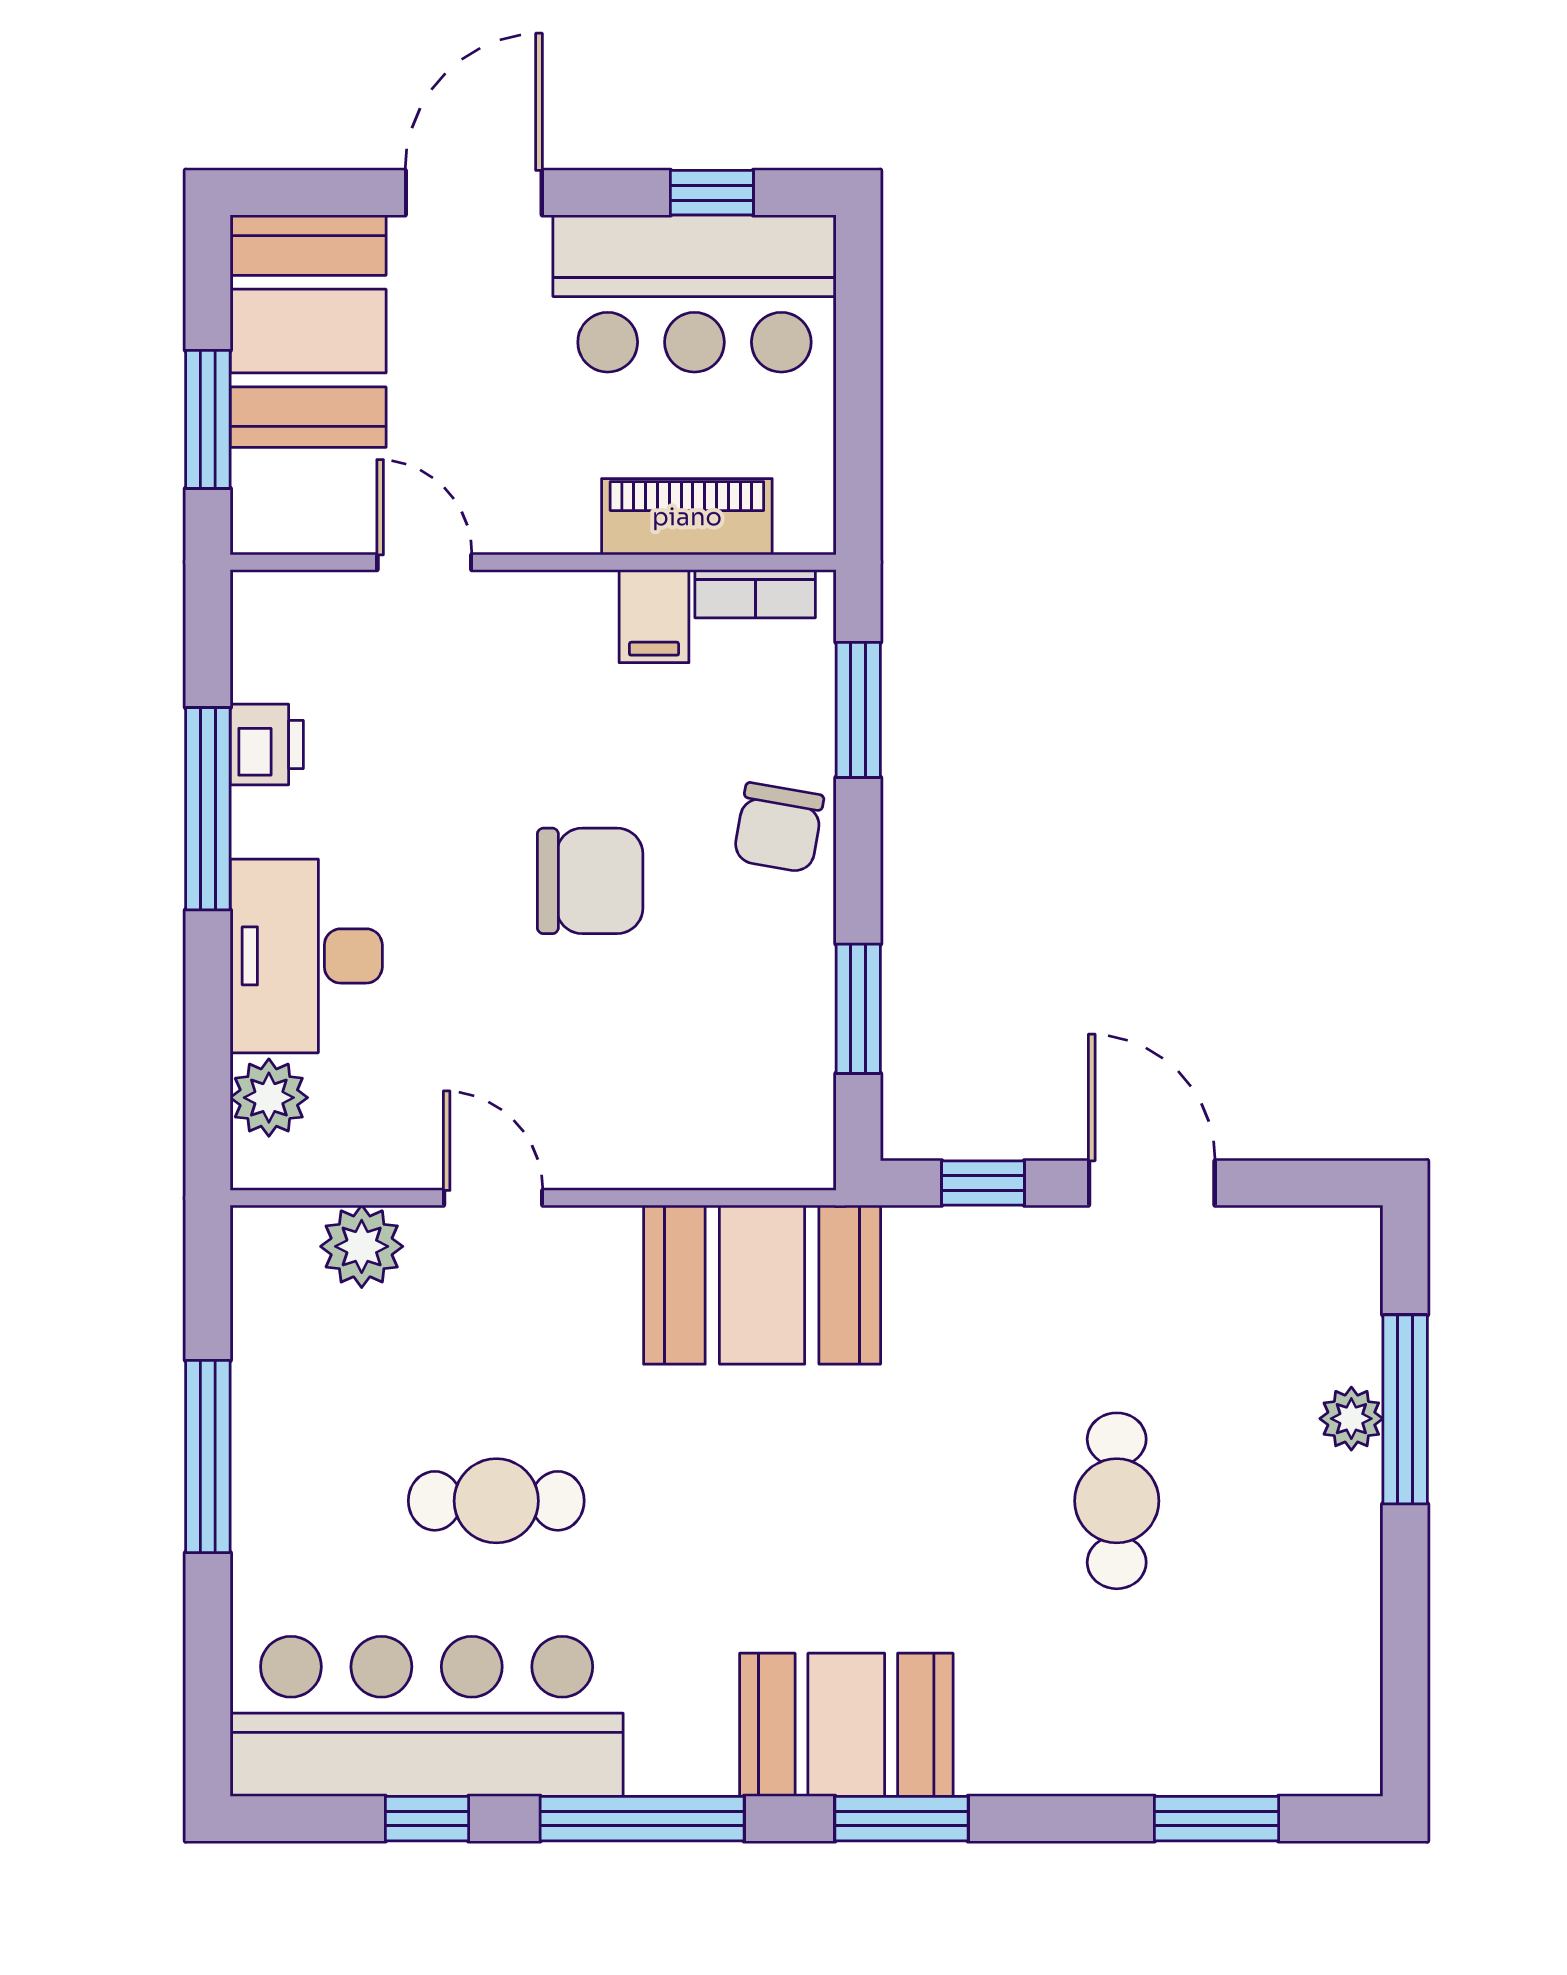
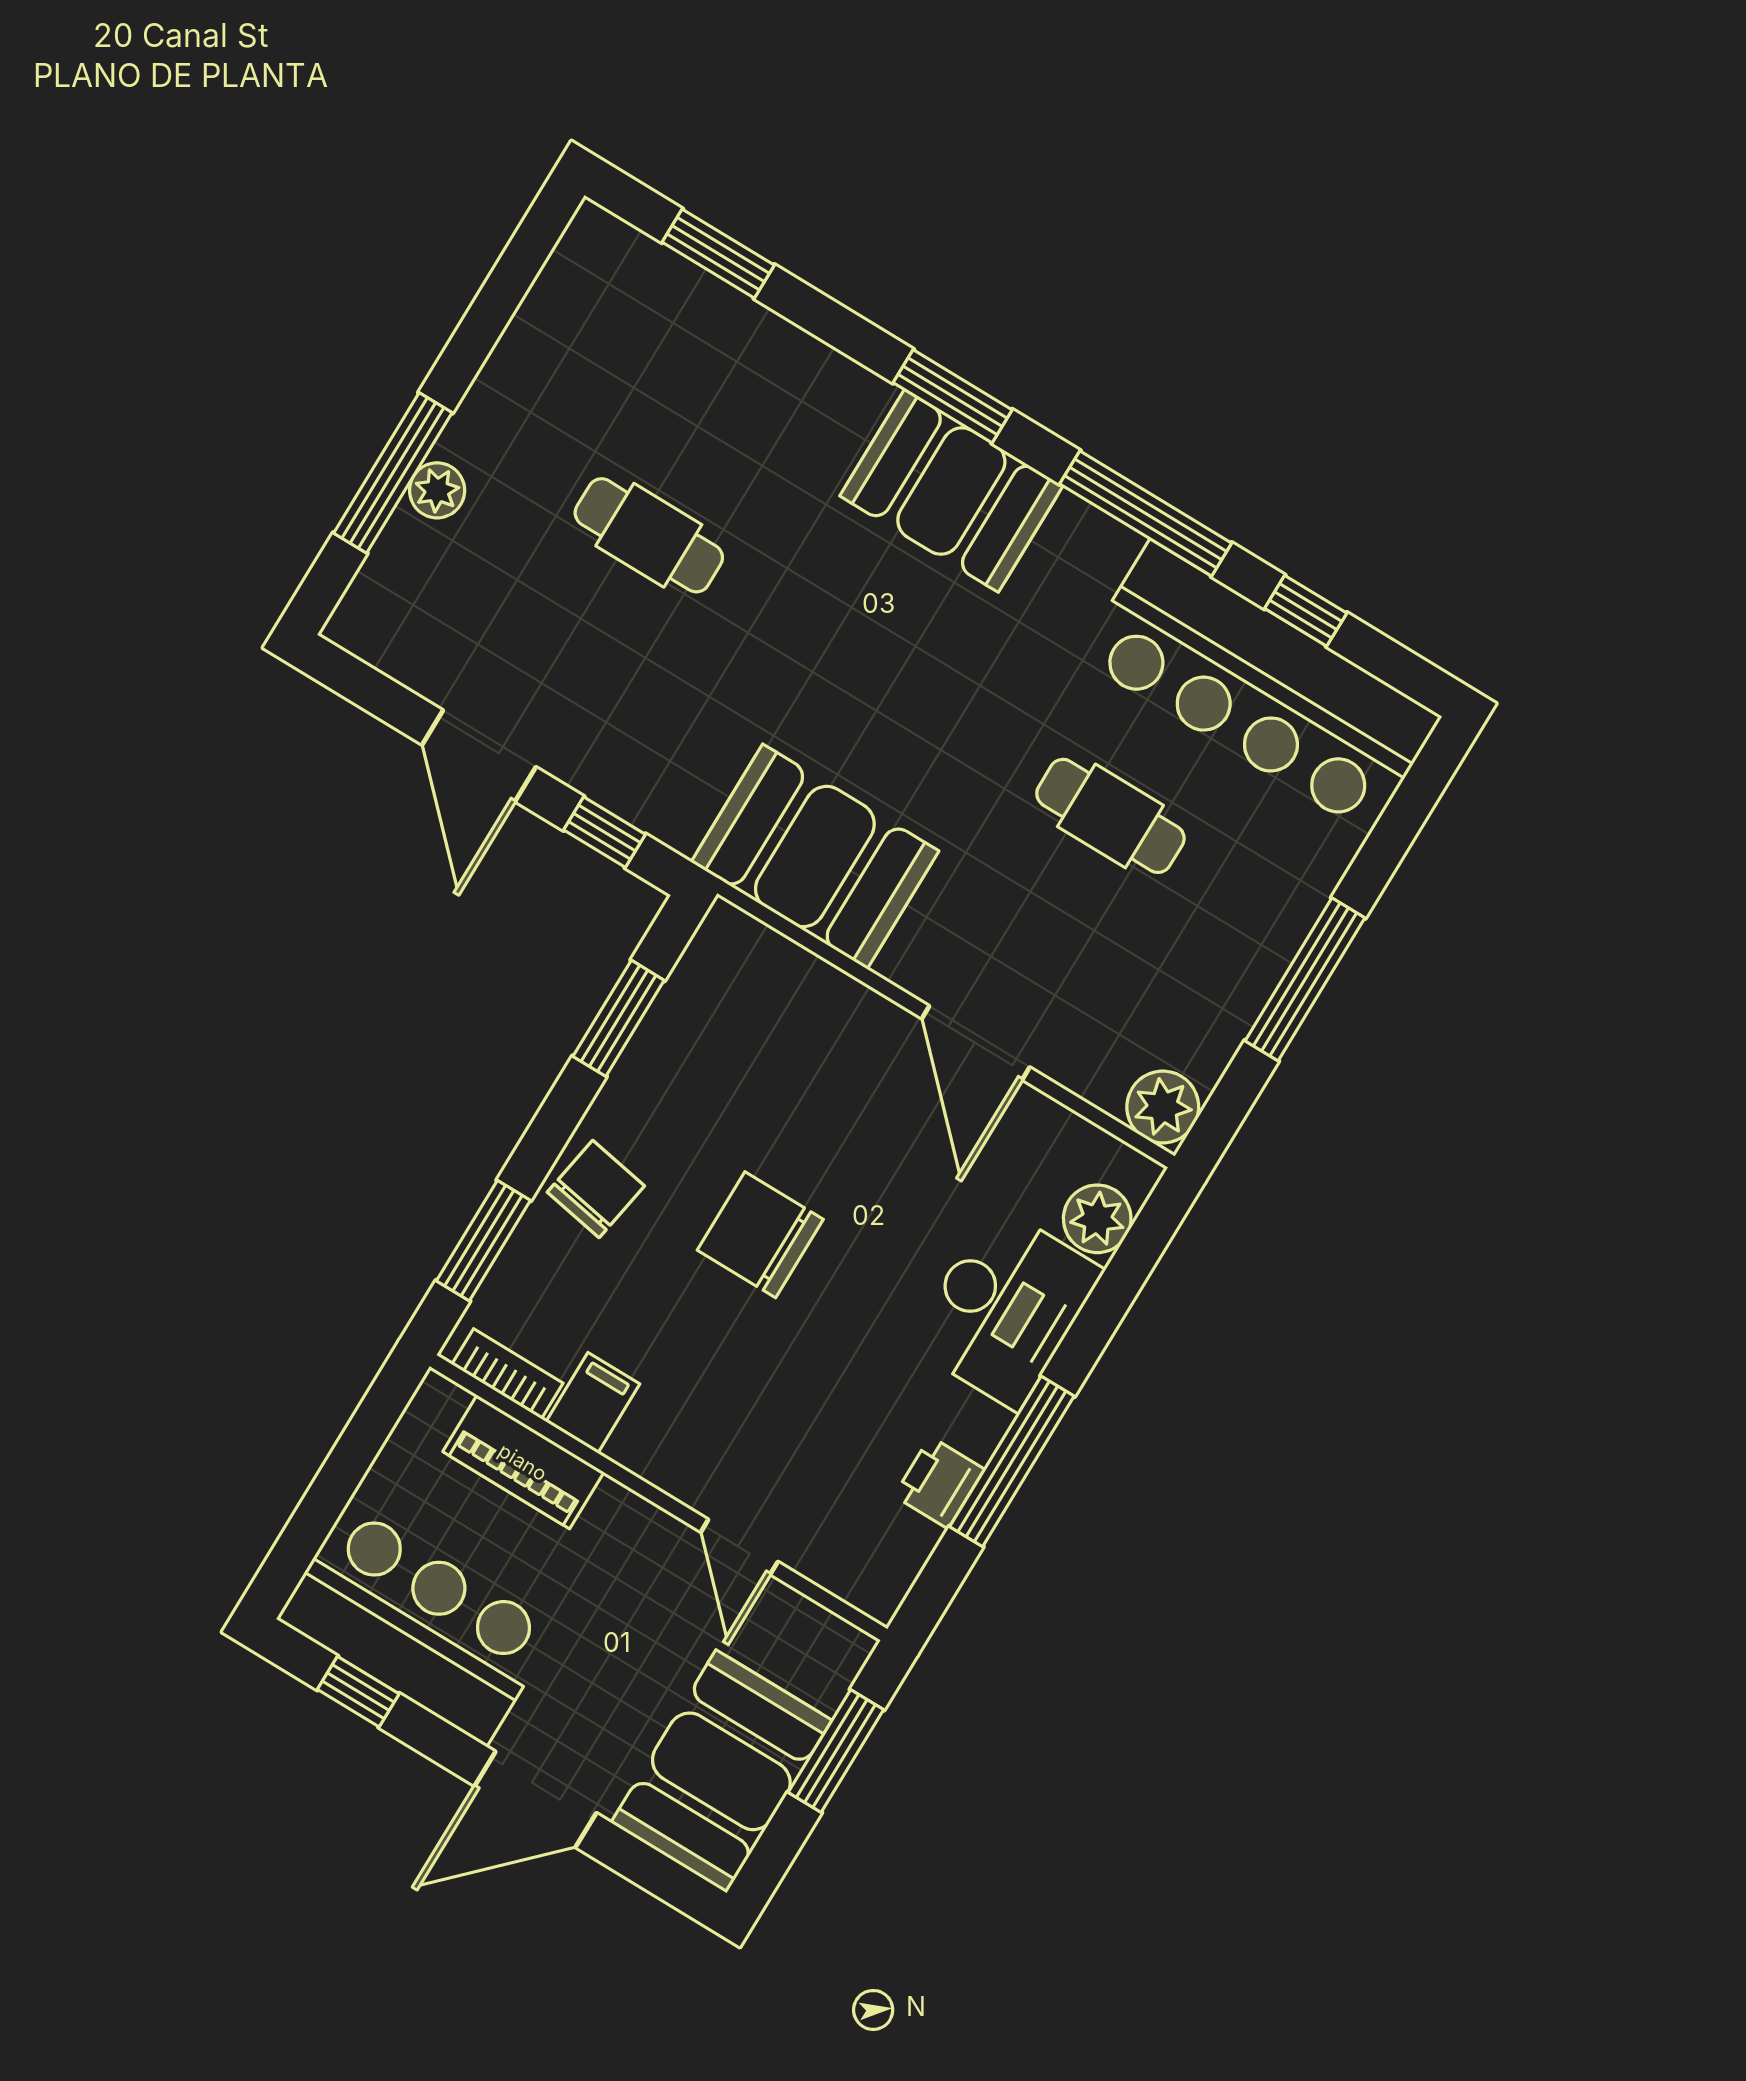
door: (493, 1198) -> (976, 1043), width x1.38
plant: (362, 1246) -> (1163, 1107), moved
cafe table: (1117, 1501) -> (649, 535), turned 90

